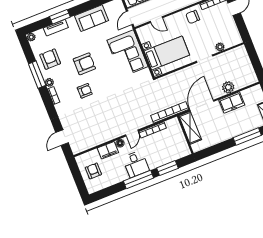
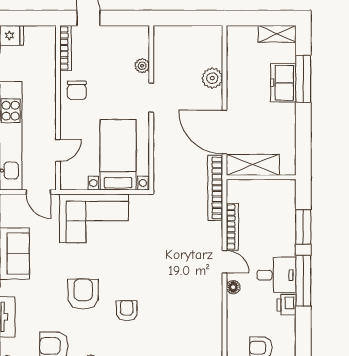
freezer: (232, 103) -> (283, 83), moved, turned 180
filing cabinet: (108, 150) -> (237, 311), removed
printer: (122, 176) -> (287, 305), added

